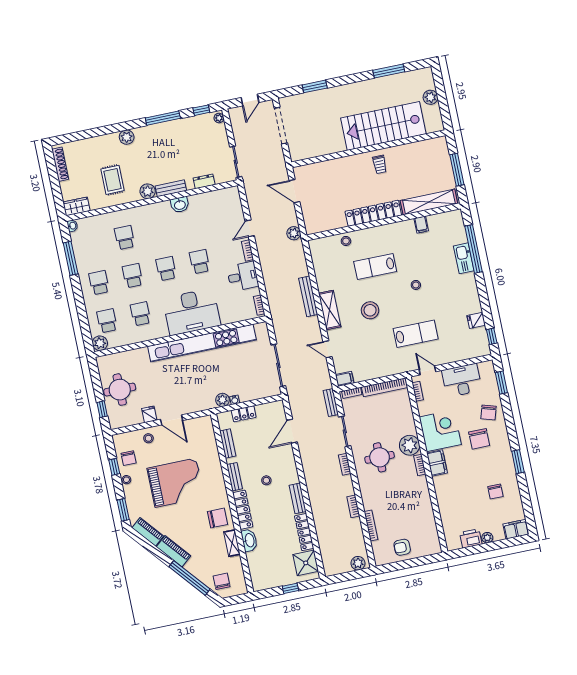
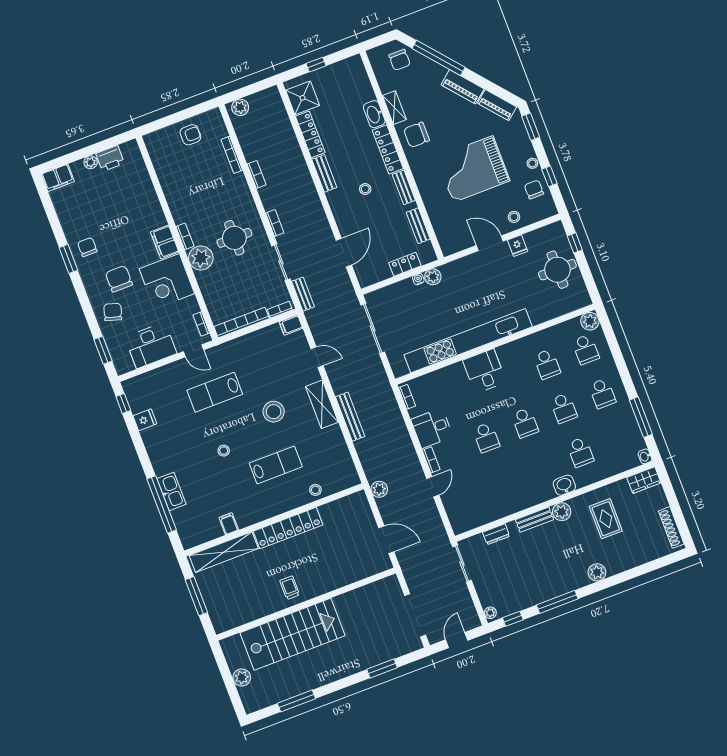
washbasin: (180, 205) -> (564, 485), moved
desk: (192, 312) -> (484, 371), width x0.53, depth x0.77
chair: (495, 491) -> (87, 247), moved

